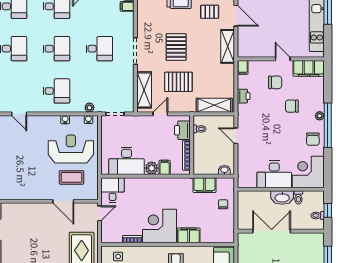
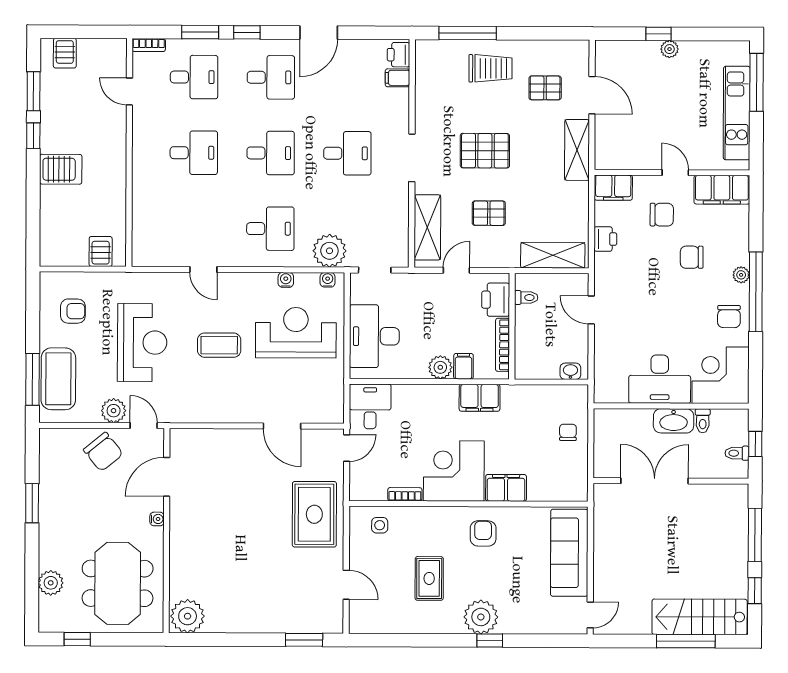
pallet: (176, 47) -> (485, 151), turned 90
filing cabinet: (243, 67) -> (613, 188), width x2.00
pallet: (178, 82) -> (489, 213), width x0.67, depth x0.71
plant: (89, 108) -> (329, 251), width x1.87, depth x1.87
desk: (127, 161) -> (374, 336), moved, turned 90
coffee table: (71, 177) -> (219, 345), moved
filing cabinet: (204, 185) -> (480, 398), moved

